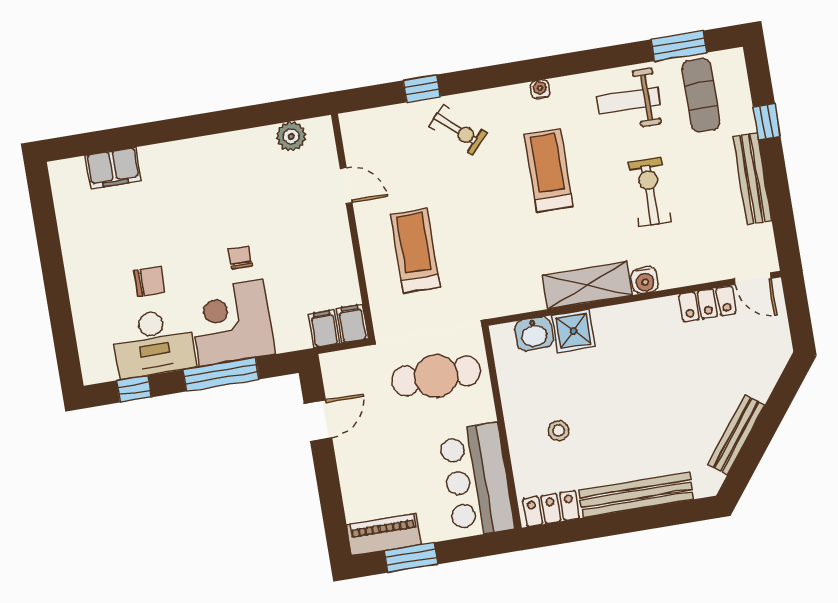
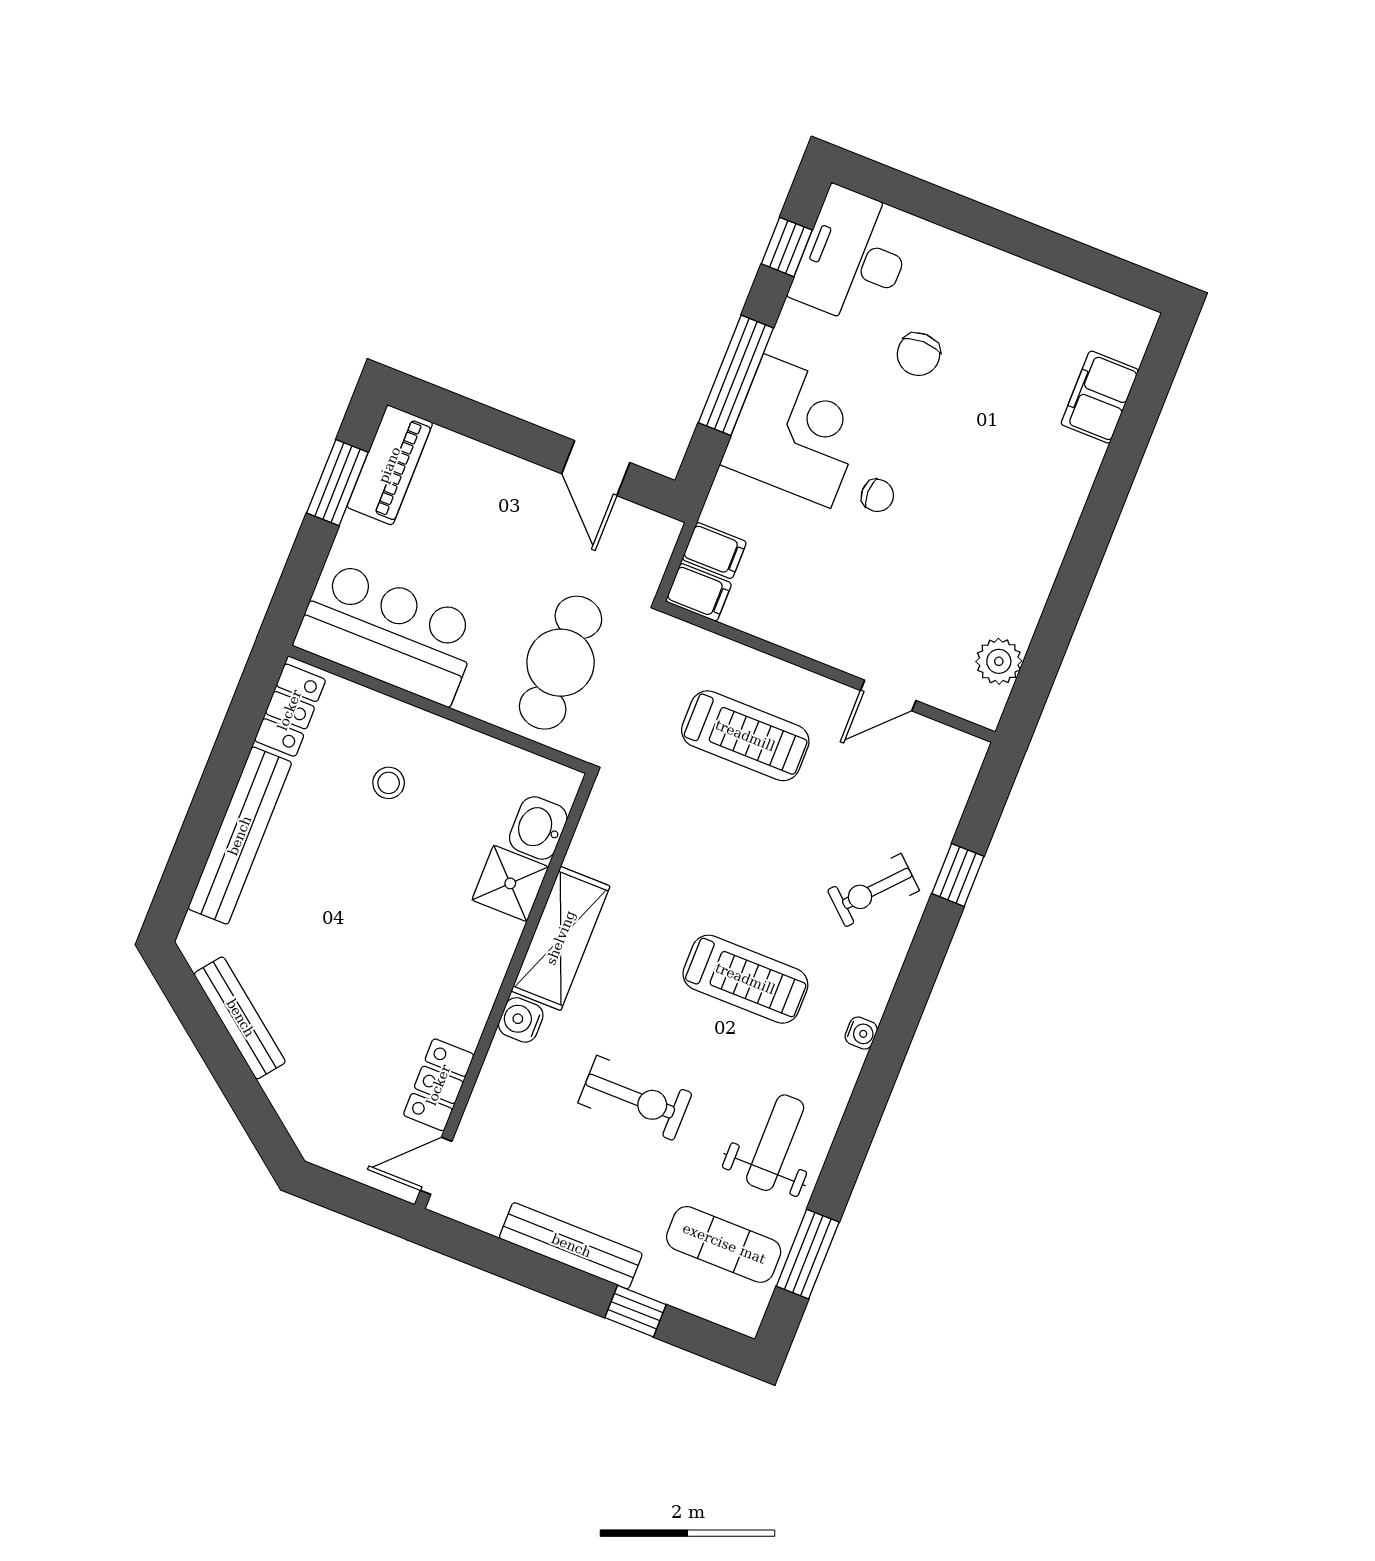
desk: (154, 343) -> (854, 257), moved

